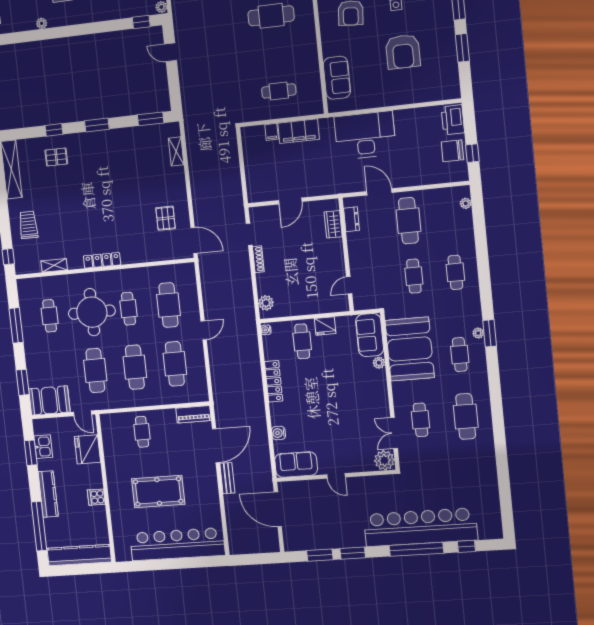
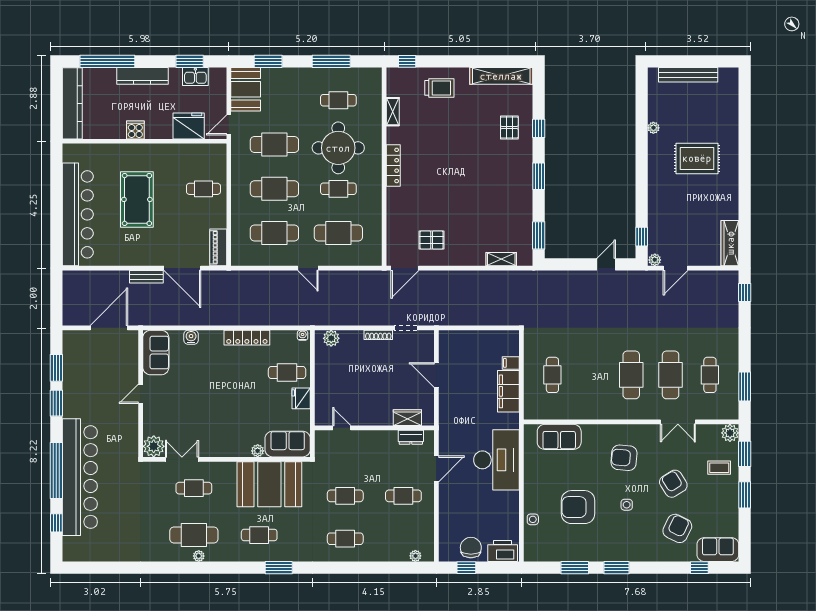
side table: (419, 94) -> (533, 519), added
cafe table: (408, 221) -> (403, 496), width x0.73, depth x0.74
plant: (478, 333) -> (199, 556), moved

